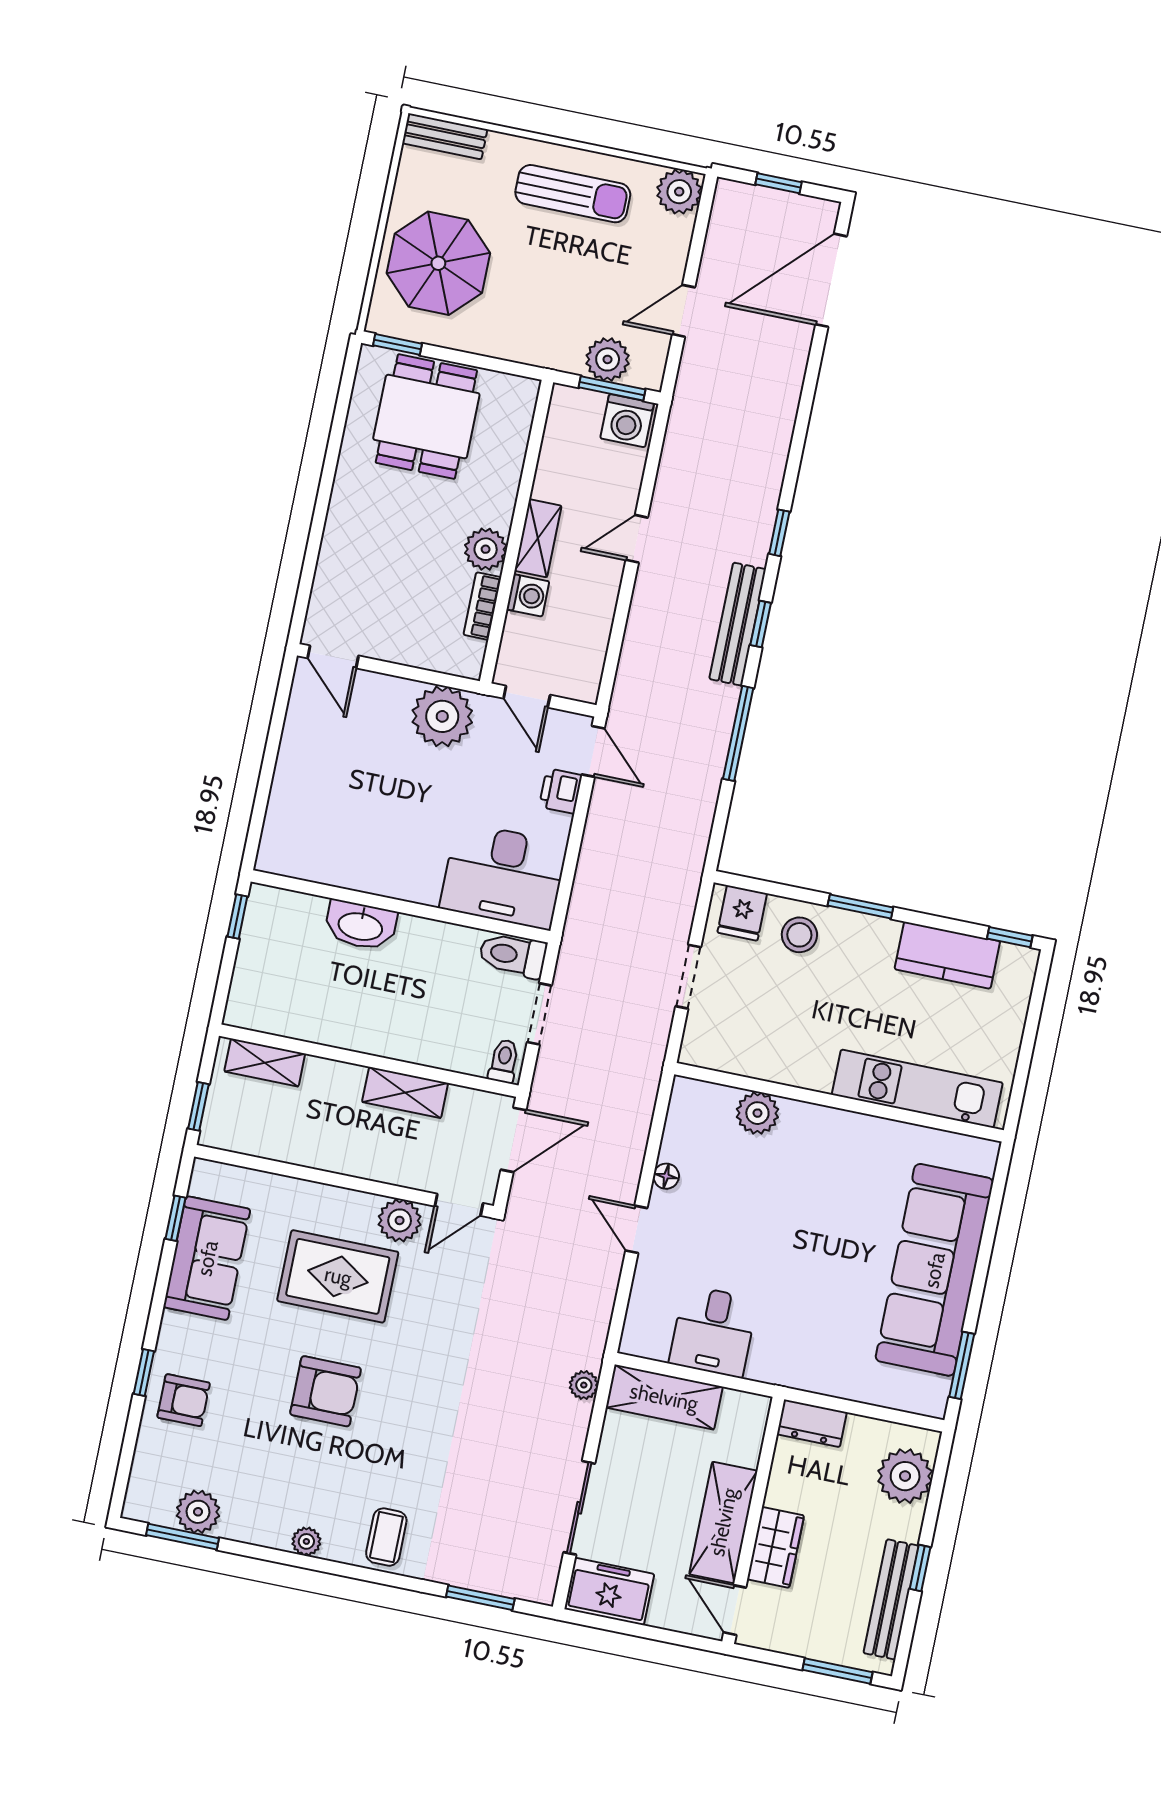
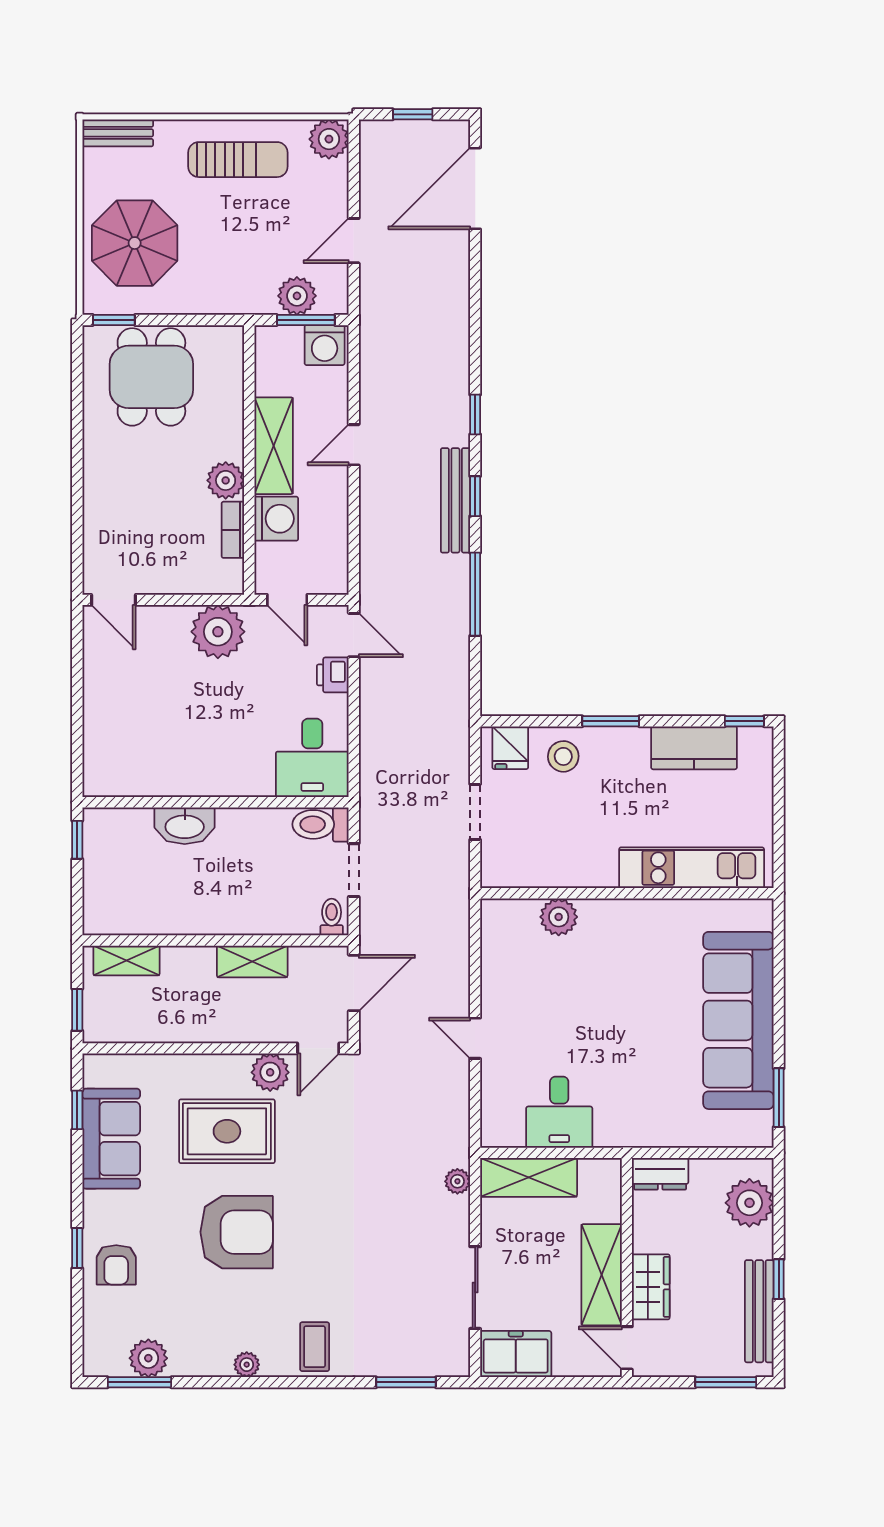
shelving: (538, 538) -> (274, 446), width x1.50, depth x1.33
washing machine: (528, 595) -> (276, 519), width x1.38, depth x1.38
desk: (504, 876) -> (312, 758), width x0.73
floor lamp: (666, 1176) -> (491, 987), removed
armchair: (326, 1391) -> (237, 1232), width x1.36, depth x1.36
armchair: (184, 1400) -> (116, 1265), turned 90

